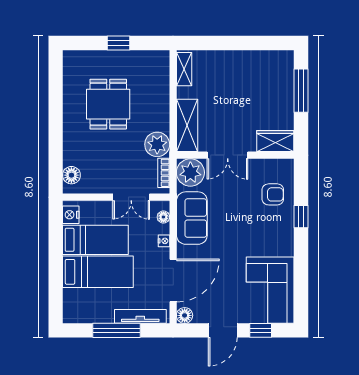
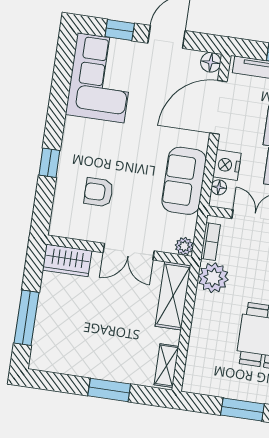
window: (119, 43) -> (242, 410), width x1.50
window: (227, 43) -> (109, 390), added
double door: (228, 155) -> (129, 252), swing flipped
plant: (190, 173) -> (184, 246), width x0.53, depth x0.53
armchair: (273, 194) -> (99, 192), moved
nightstand: (164, 241) -> (227, 165), width x1.89, depth x1.79

